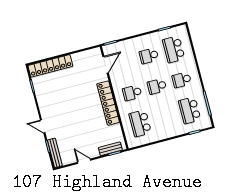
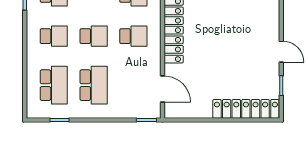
school desk: (149, 56) -> (94, 85), width x1.85
door: (105, 65) -> (162, 89), swing flipped
door: (43, 126) -> (281, 52), moved

